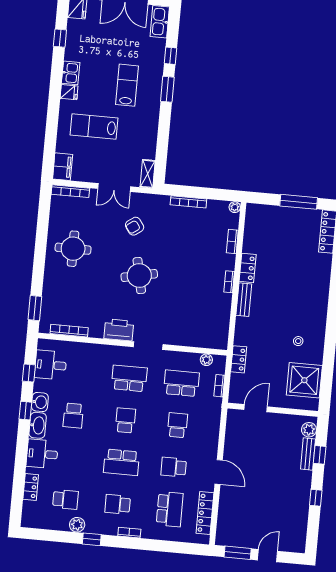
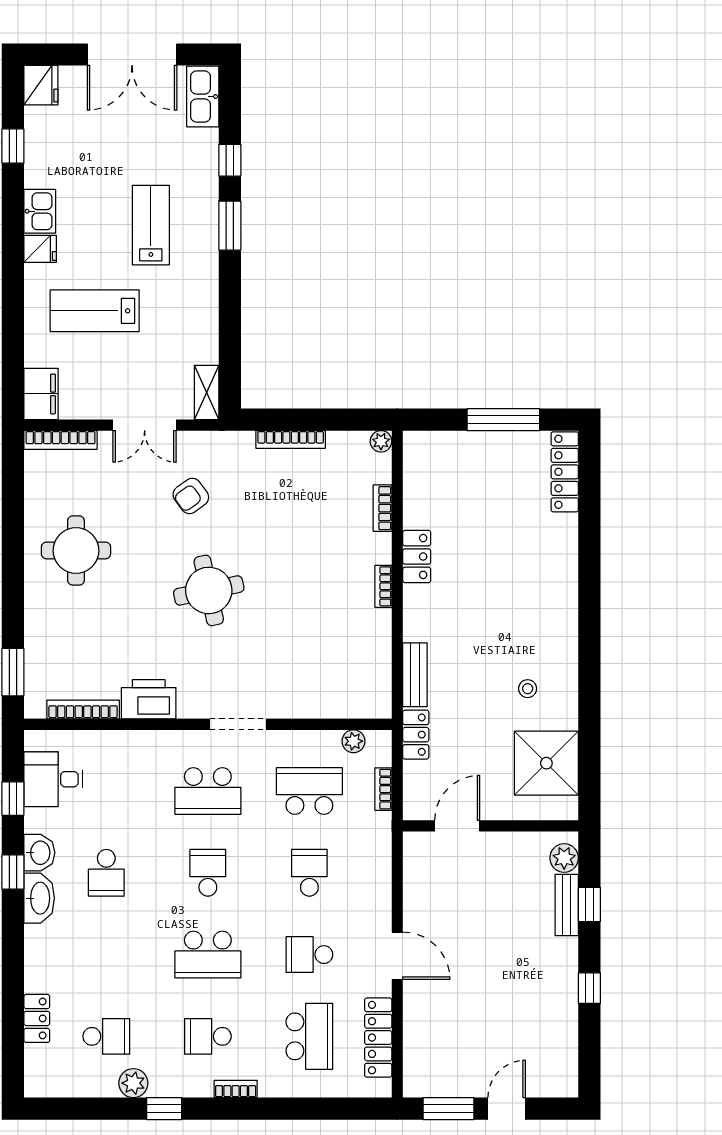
bench: (244, 300) -> (415, 675), moved
printer: (119, 330) -> (149, 699), moved
school desk: (129, 378) -> (208, 791), turned 180
desk: (42, 454) -> (53, 952), removed

